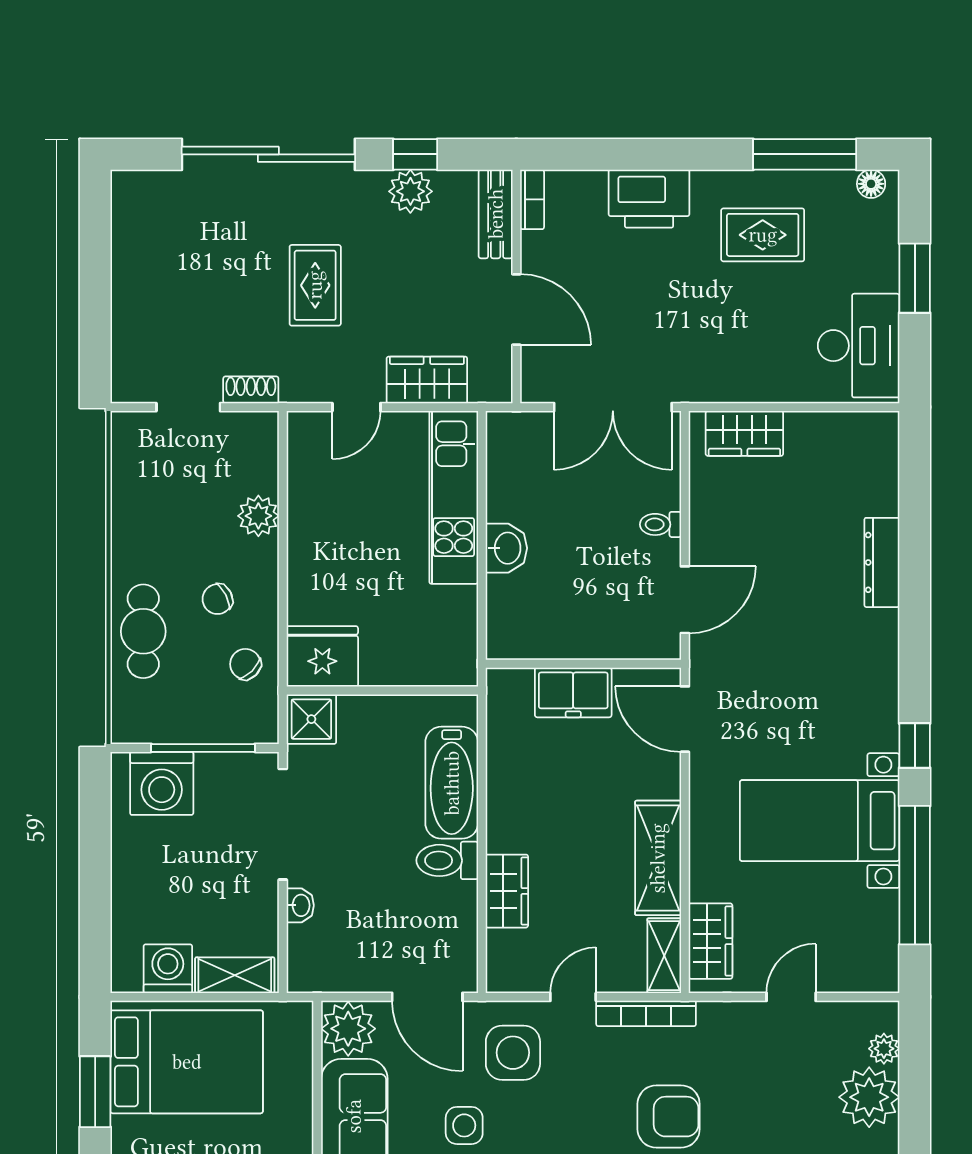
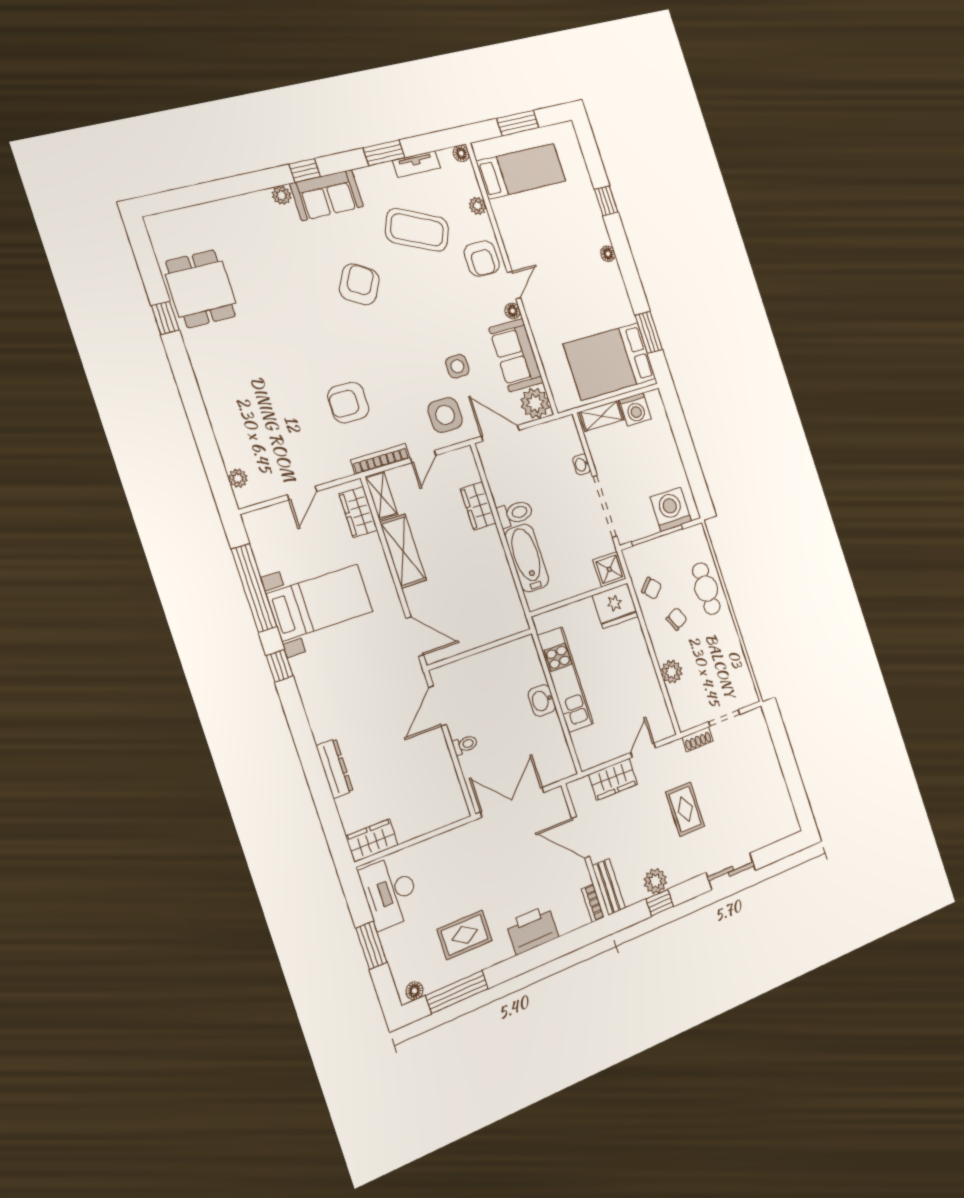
sliding door: (268, 154) -> (731, 871), width x0.54
wardrobe: (744, 433) -> (372, 841), moved
kitchen unit: (454, 497) -> (565, 680), moved
freezer: (573, 692) -> (480, 631), removed
plant: (869, 1097) -> (237, 447), removed

